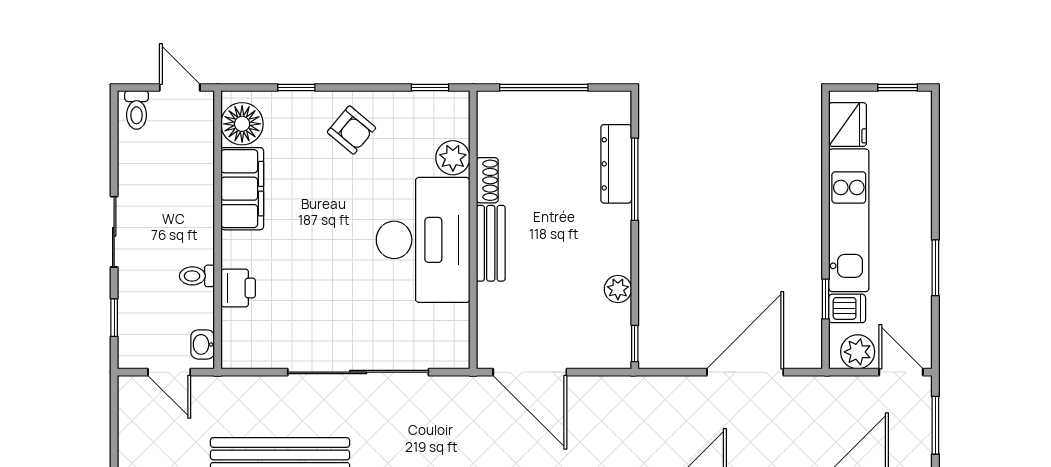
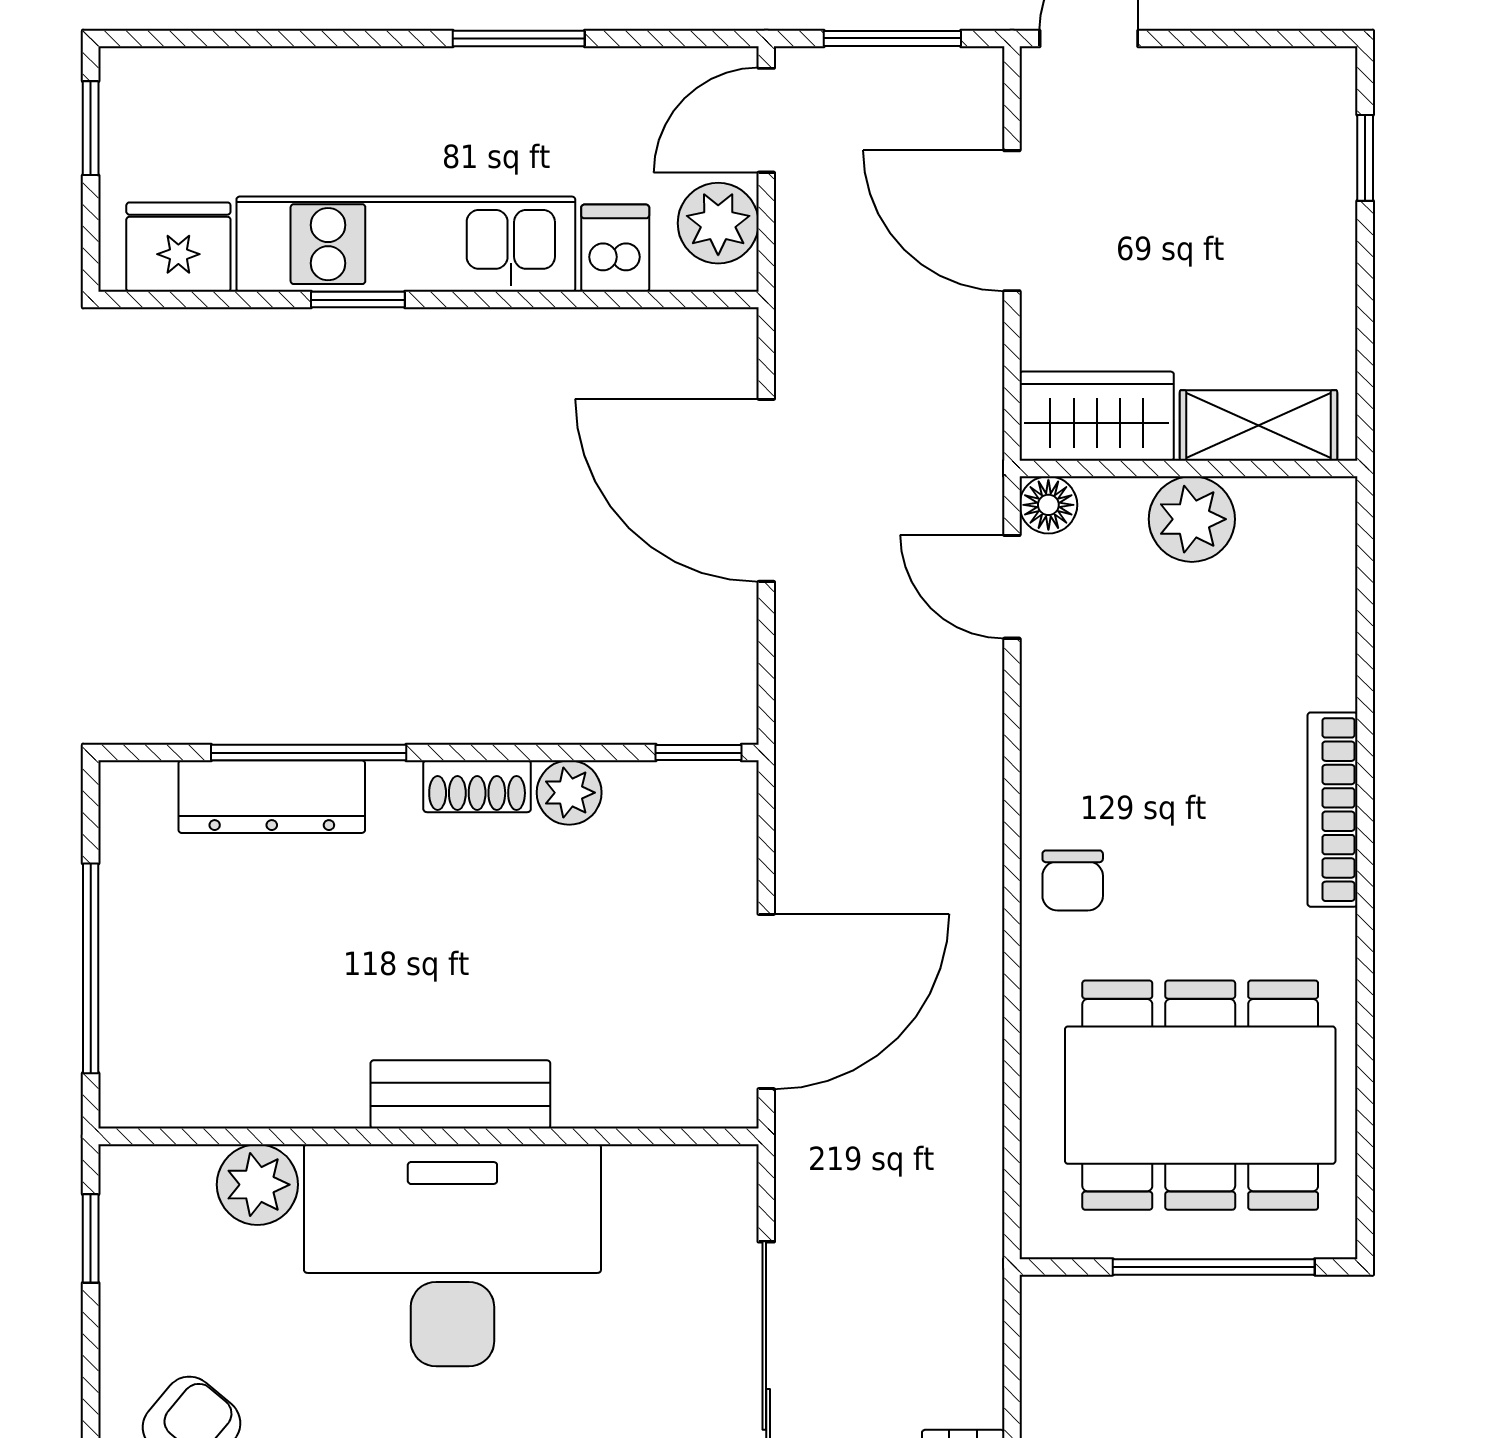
shoe rack: (487, 180) -> (477, 786), moved, turned 180
window: (825, 299) -> (358, 300), moved

